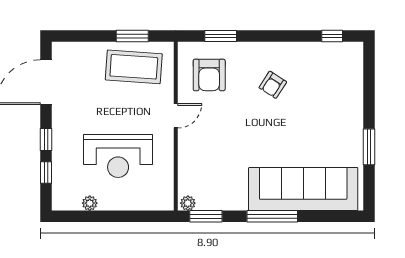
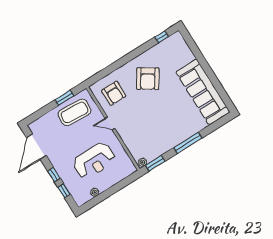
window: (221, 36) -> (107, 71), removed
armchair: (273, 85) -> (148, 79), width x1.88, depth x1.88
door: (176, 116) -> (110, 123), swing flipped
window: (369, 147) -> (214, 79), removed
sofa: (303, 189) -> (203, 92), moved, turned -90

